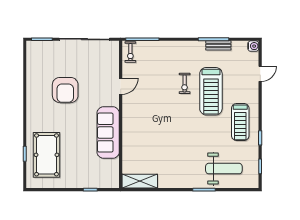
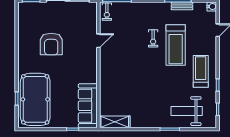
treadmill: (240, 122) -> (201, 71), turned 180
sofa: (108, 133) -> (88, 106), moved
pool table: (46, 155) -> (35, 99), width x1.36, depth x1.32
weight bench: (224, 169) -> (187, 111), turned 180

